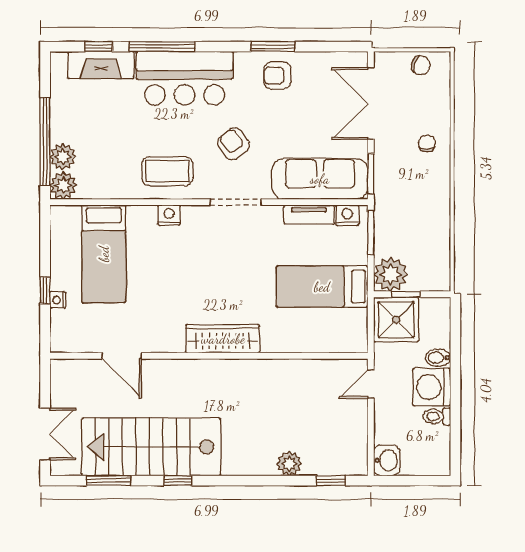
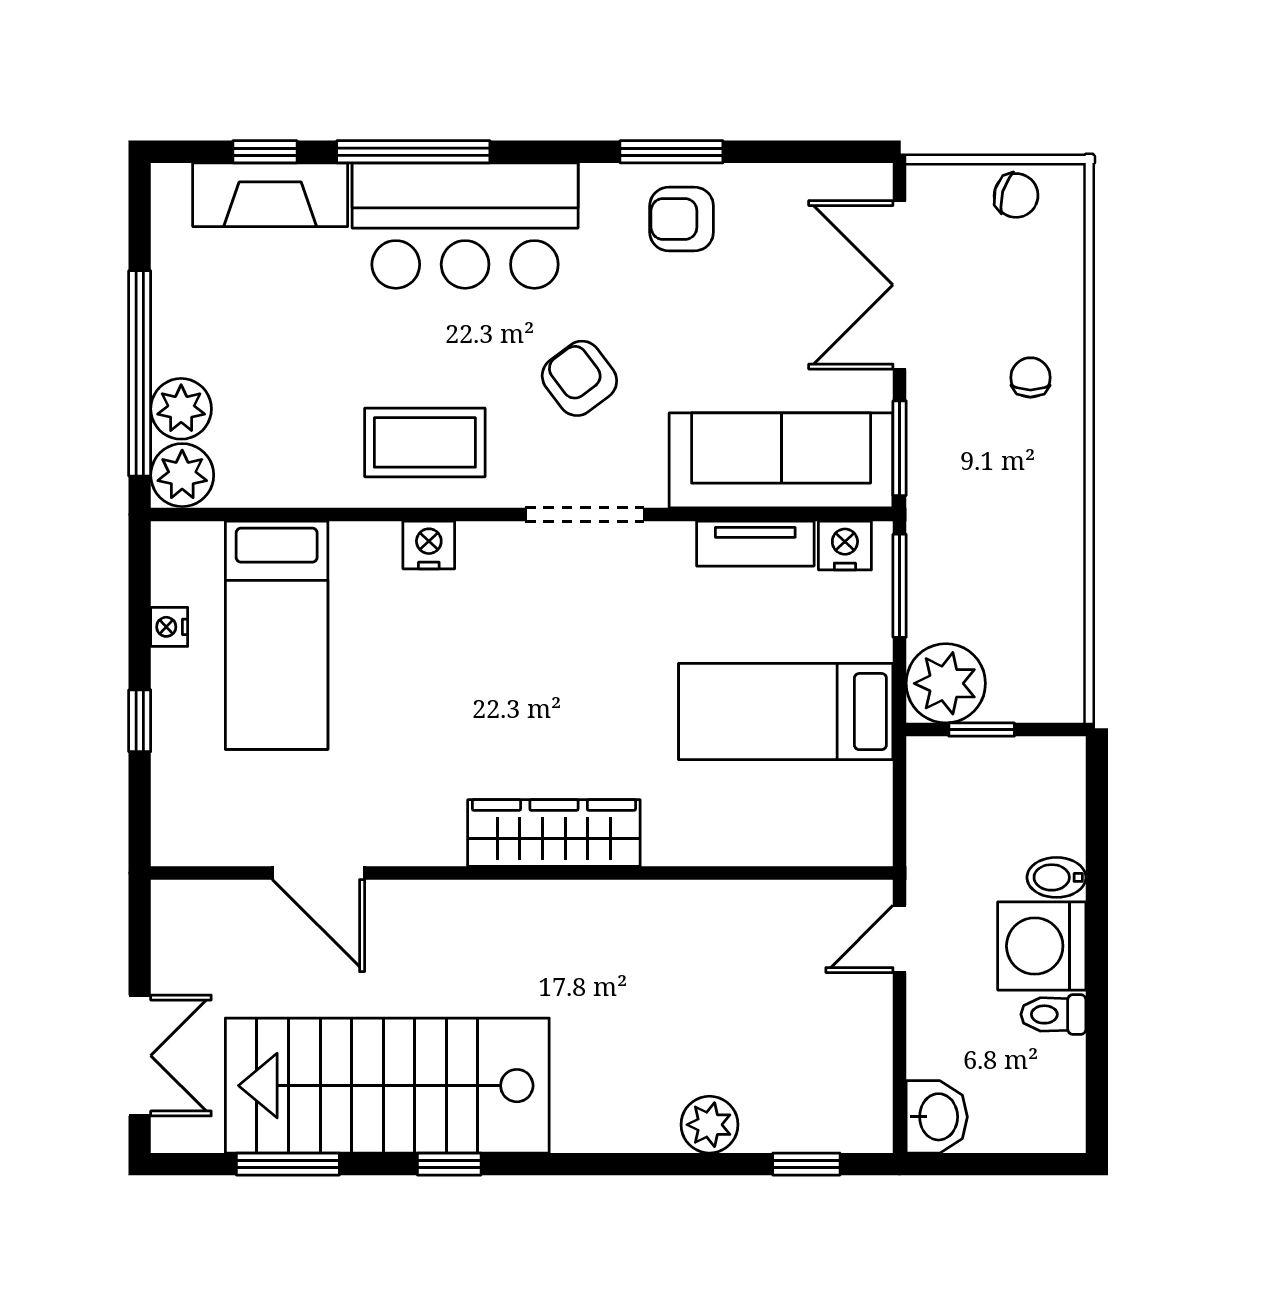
nightstand: (58, 300) -> (169, 627), moved
shower: (396, 320) -> (959, 789), removed

